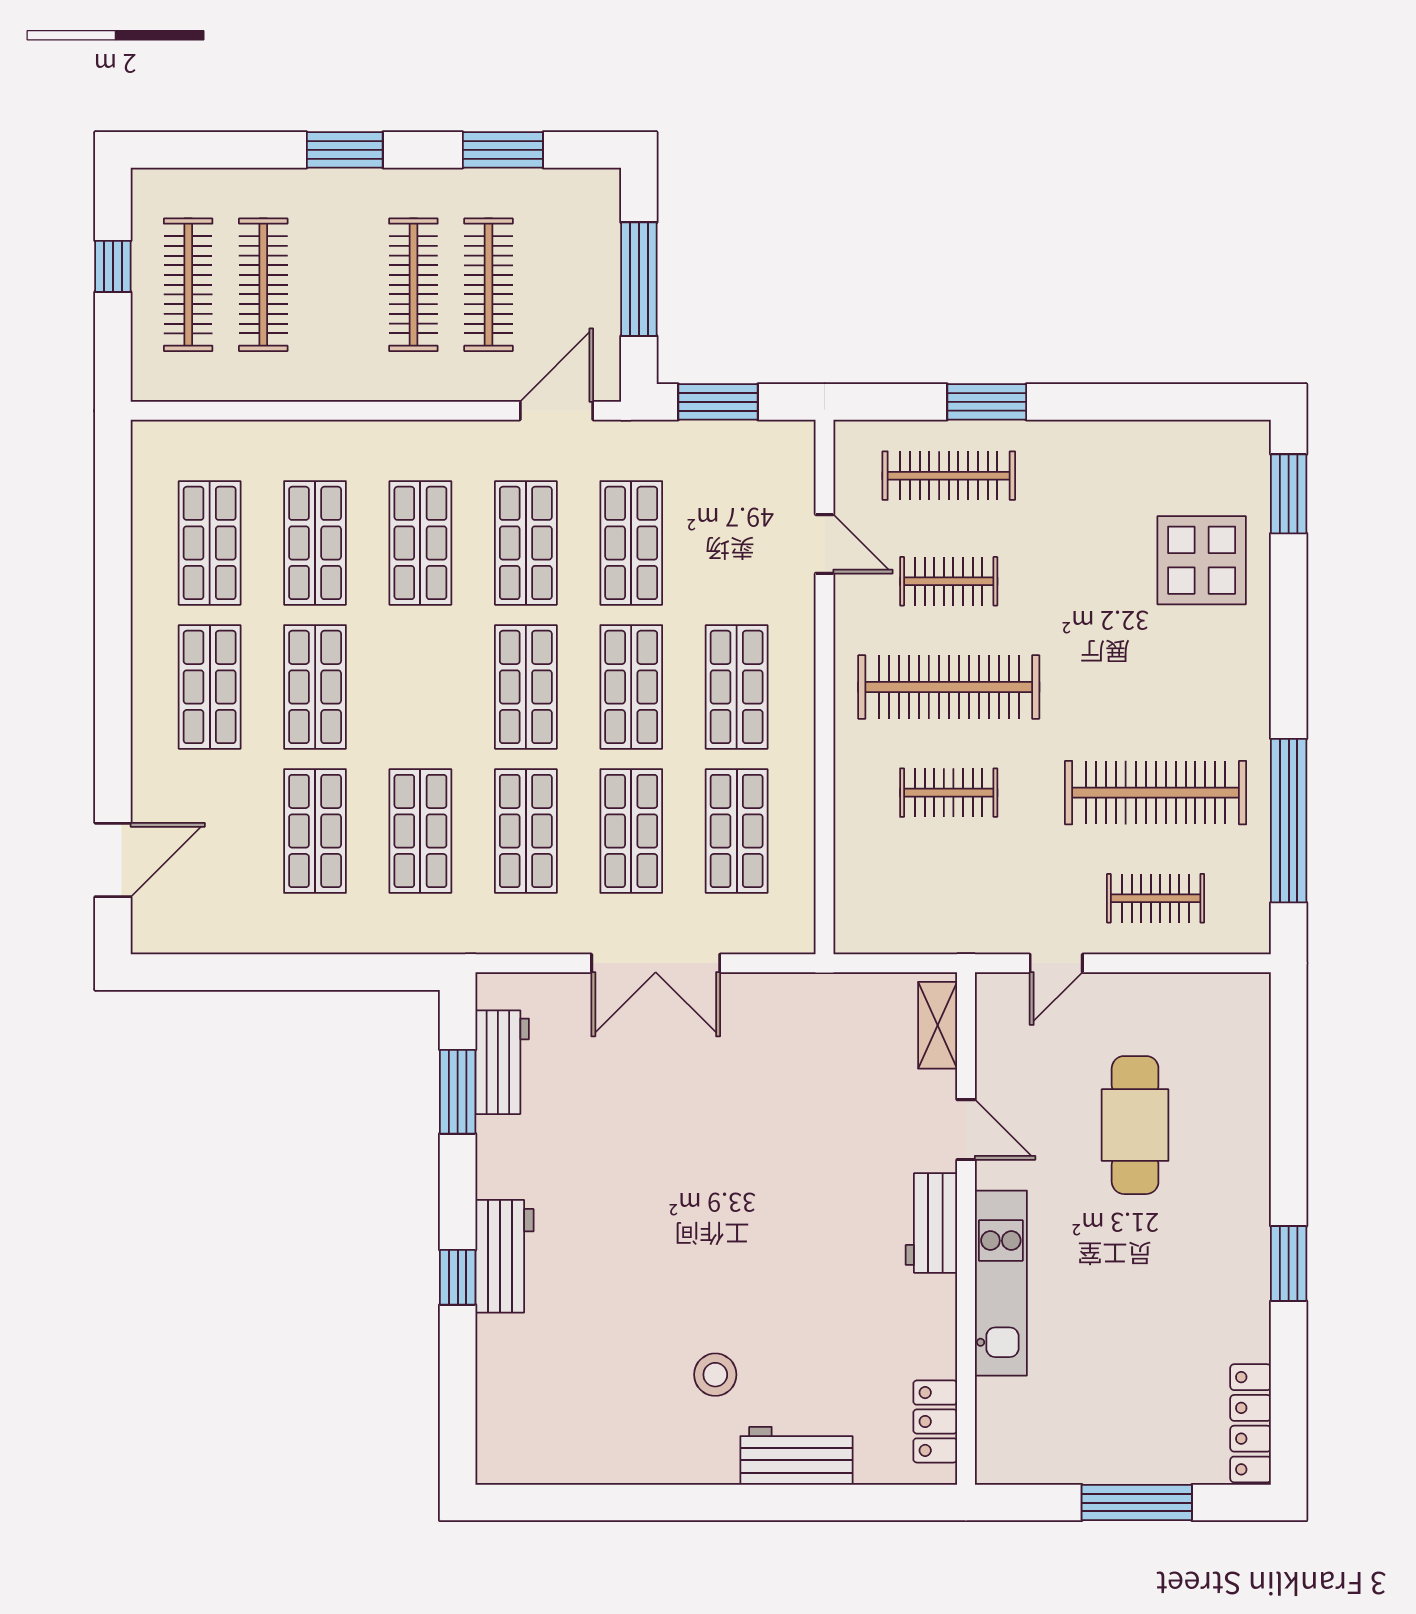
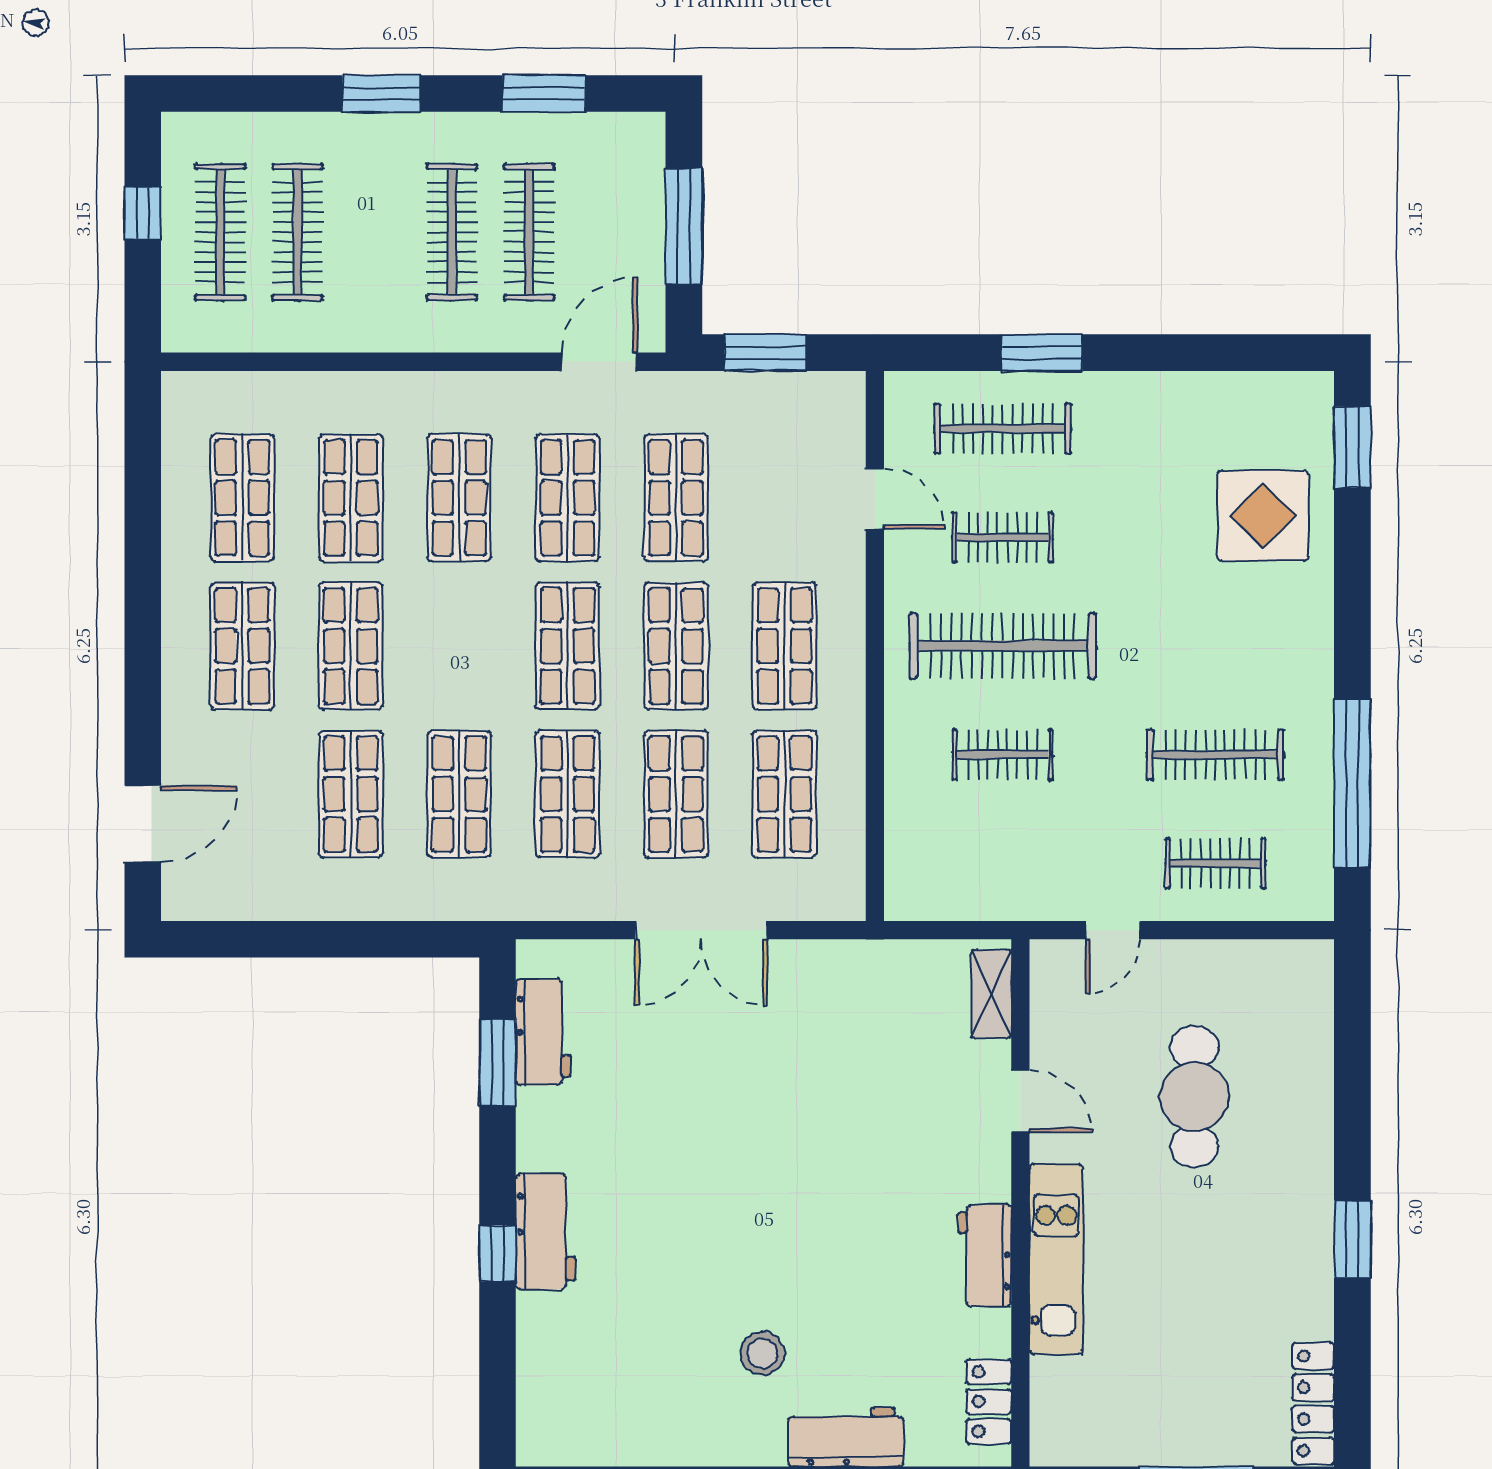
clothes rail: (1156, 793) -> (1215, 755), width x0.73, depth x0.76
workbench: (931, 1223) -> (985, 1255), moved

